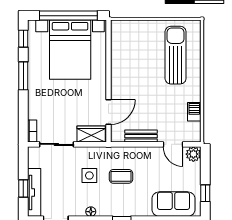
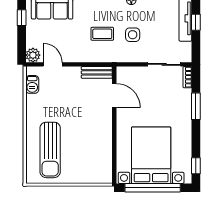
window: (23, 76) -> (196, 106), moved
door: (108, 112) -> (114, 95), swing flipped
barbecue: (194, 112) -> (32, 84), moved
wardrobe: (91, 134) -> (131, 74), removed
bench: (141, 136) -> (97, 72), moved

